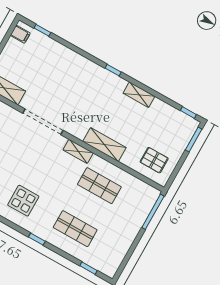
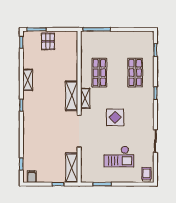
shelving: (104, 145) -> (72, 96), moved
pallet: (154, 160) -> (48, 41), moved
display table: (23, 201) -> (115, 117), moved

